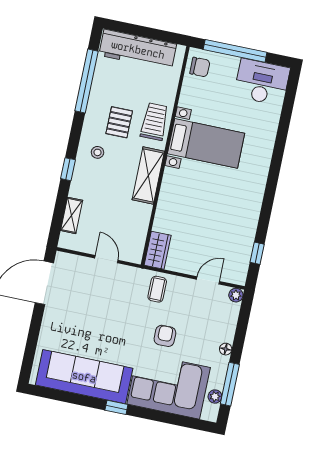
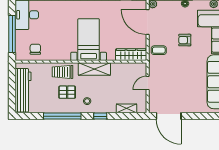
chair: (200, 67) -> (35, 49), moved
window: (86, 81) -> (62, 116), moved
bed with nightstands: (206, 143) -> (89, 40), moved
wardrobe: (158, 250) -> (131, 55), width x1.50
door: (208, 280) -> (148, 22), width x1.87

